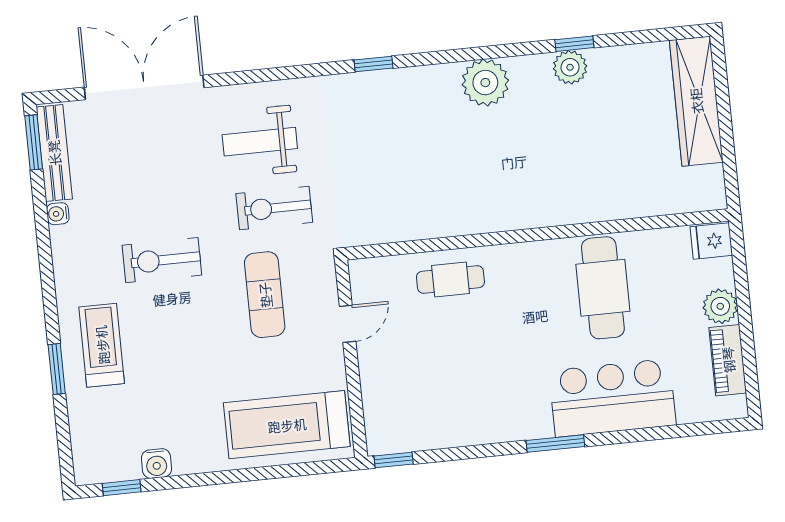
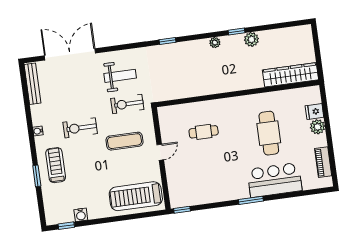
window: (574, 44) -> (236, 32), moved
plant: (485, 83) -> (215, 43), width x0.53, depth x0.53
wardrobe: (696, 101) -> (290, 75), moved, turned 90
window: (34, 142) -> (24, 80), removed
weight bench: (260, 142) -> (120, 76), turned 180
water cooler: (58, 214) -> (38, 131), moved
wall: (537, 234) -> (238, 93), moved
exercise mat: (265, 295) -> (124, 141), turned 90
plant: (720, 306) -> (317, 127), moved

